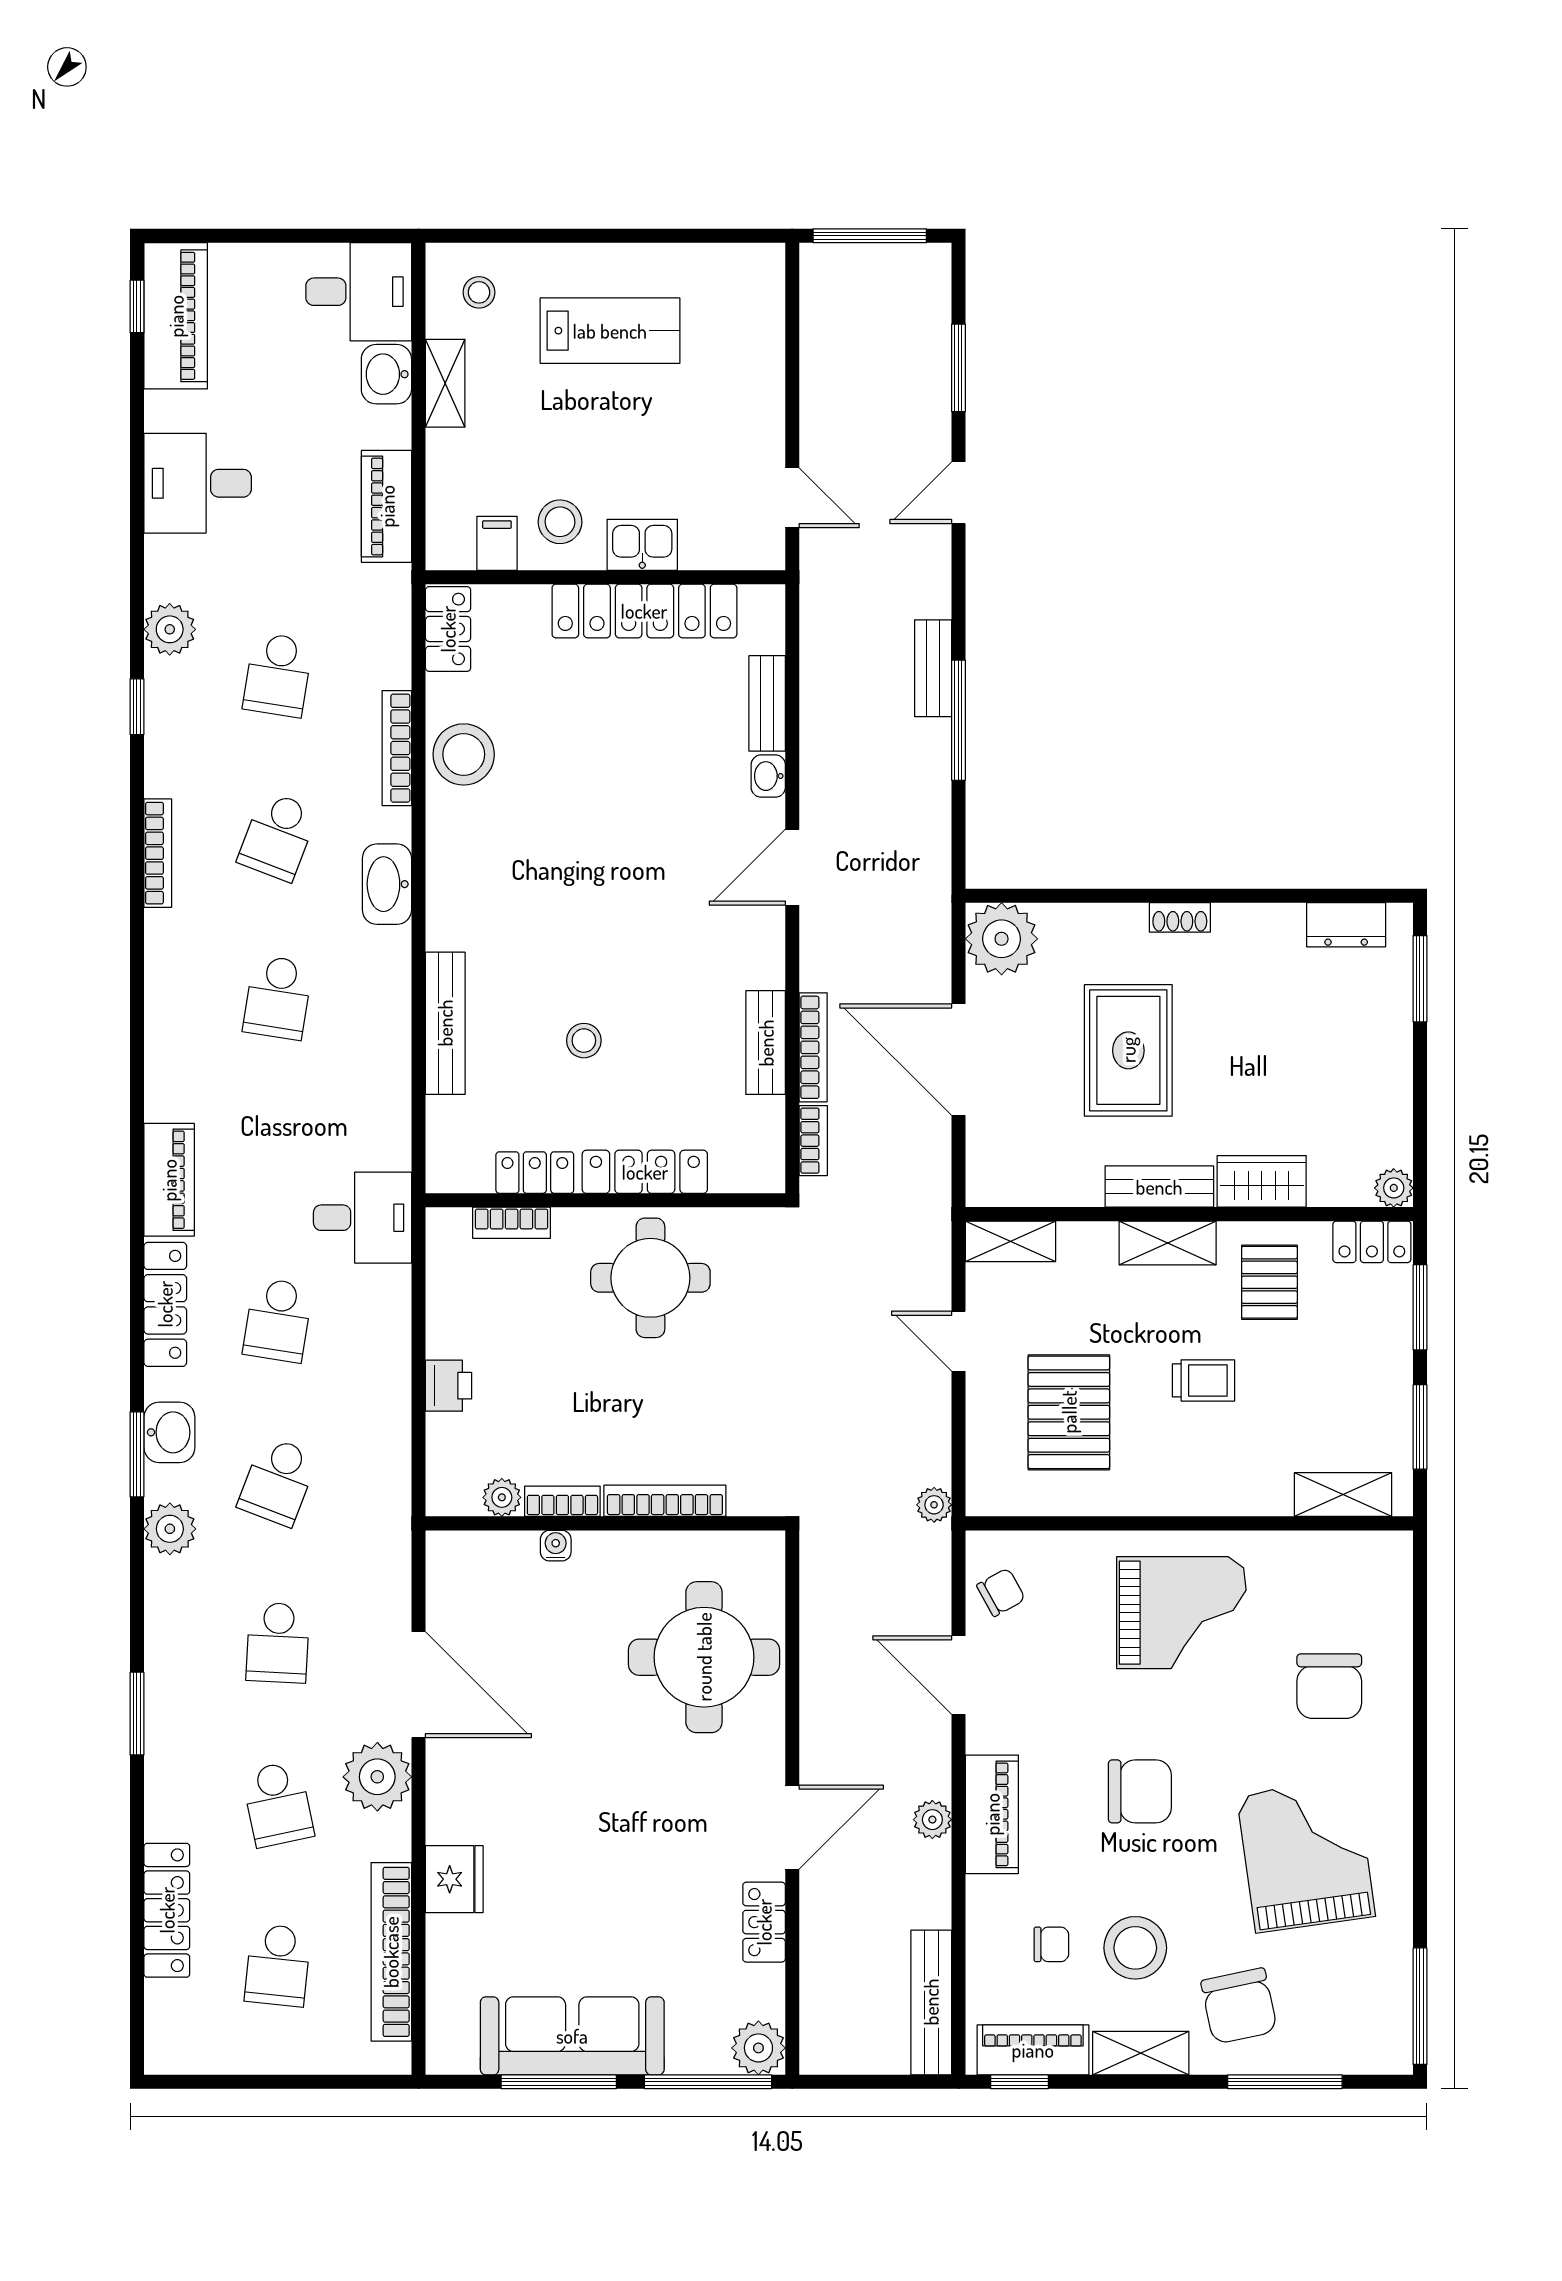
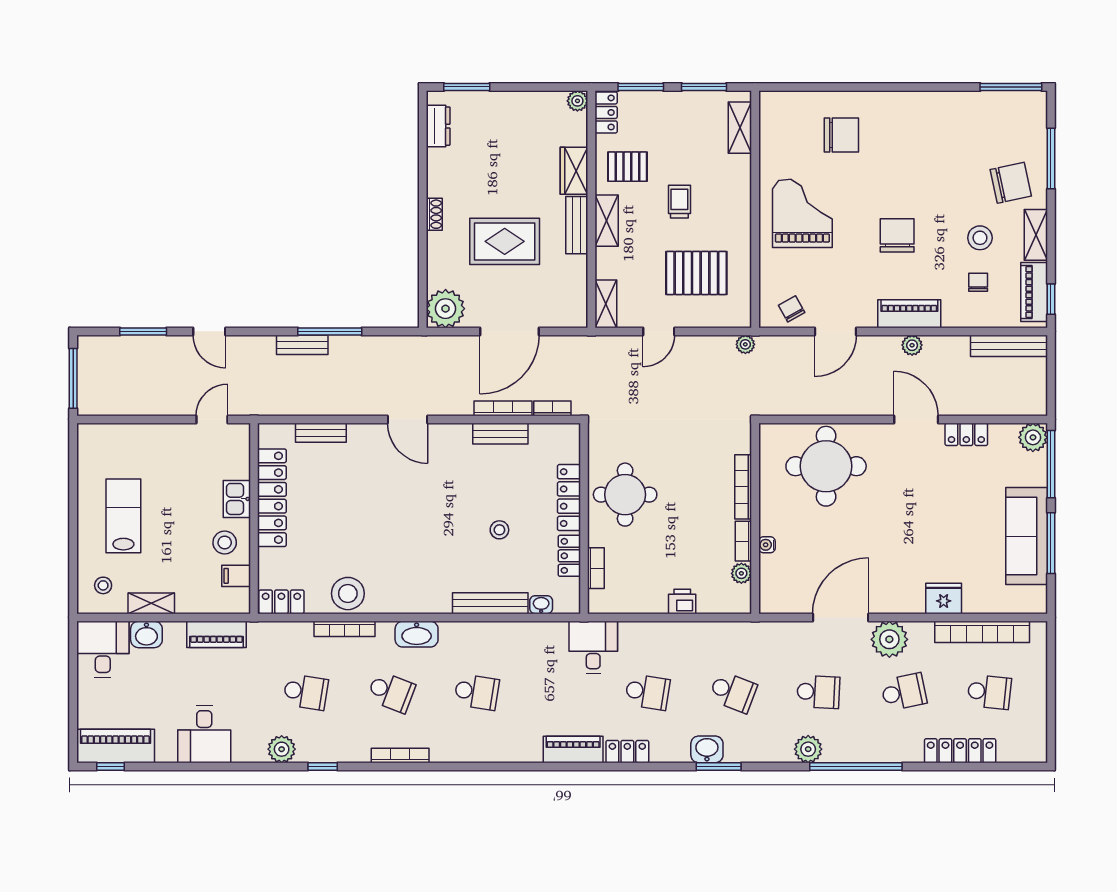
washbasin: (768, 776) -> (541, 605), moved, turned 180
locker: (165, 1304) -> (627, 752), width x0.66
plant: (170, 1529) -> (808, 749), moved
window: (137, 1714) -> (856, 767), width x2.11
grand piano: (1306, 1856) -> (931, 147), removed
stool: (1135, 1948) -> (980, 238), width x0.73, depth x0.73

